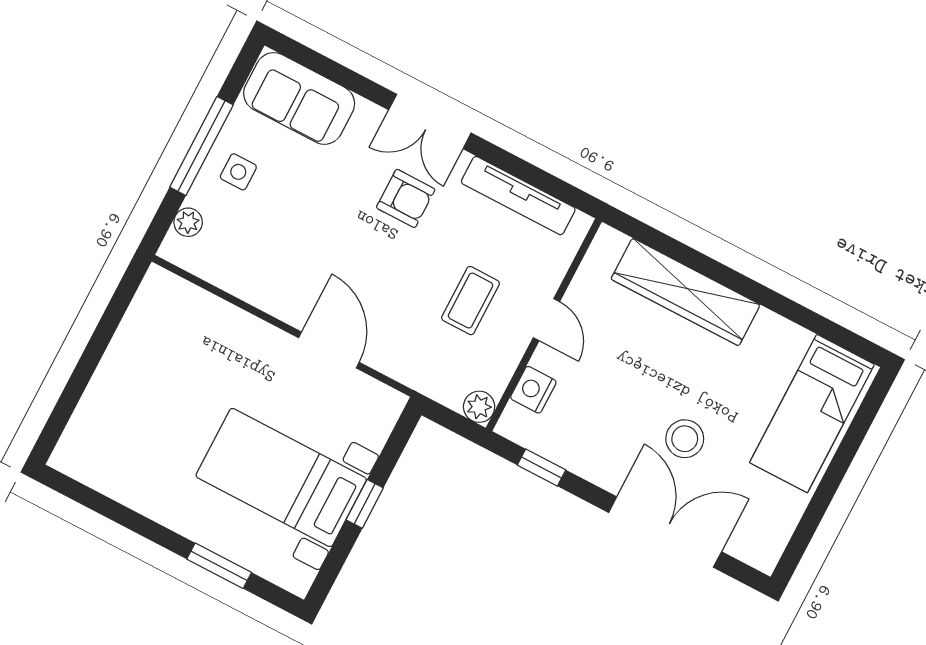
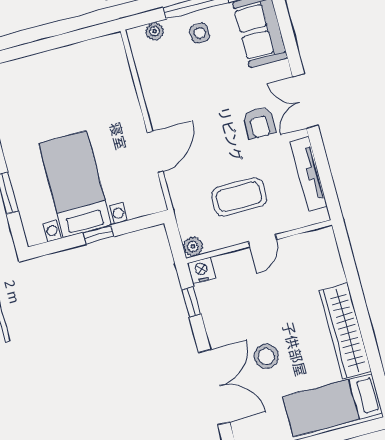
wardrobe: (686, 292) -> (345, 331), moved
coffee table: (470, 301) -> (239, 197), width x1.36, depth x1.30
nightstand: (533, 390) -> (201, 271), moved

